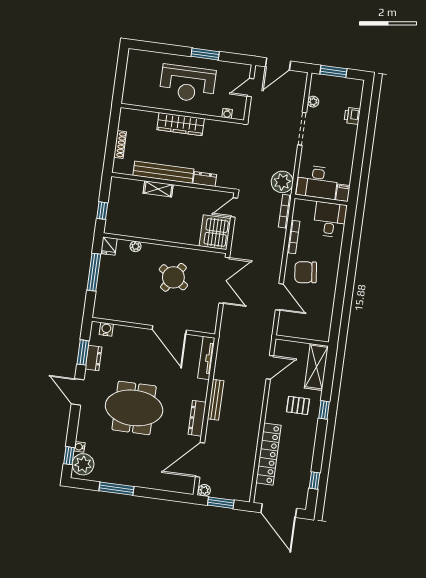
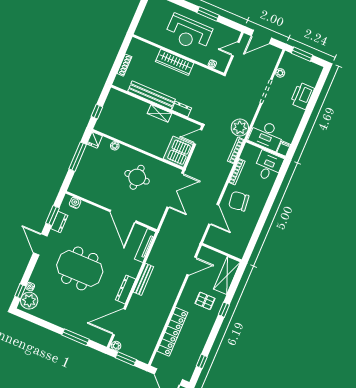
printer: (352, 116) -> (302, 96), width x1.87, depth x1.48
shelving: (158, 189) -> (159, 113), moved
round table: (173, 277) -> (137, 177), turned -33
window: (116, 489) -> (75, 337), moved

